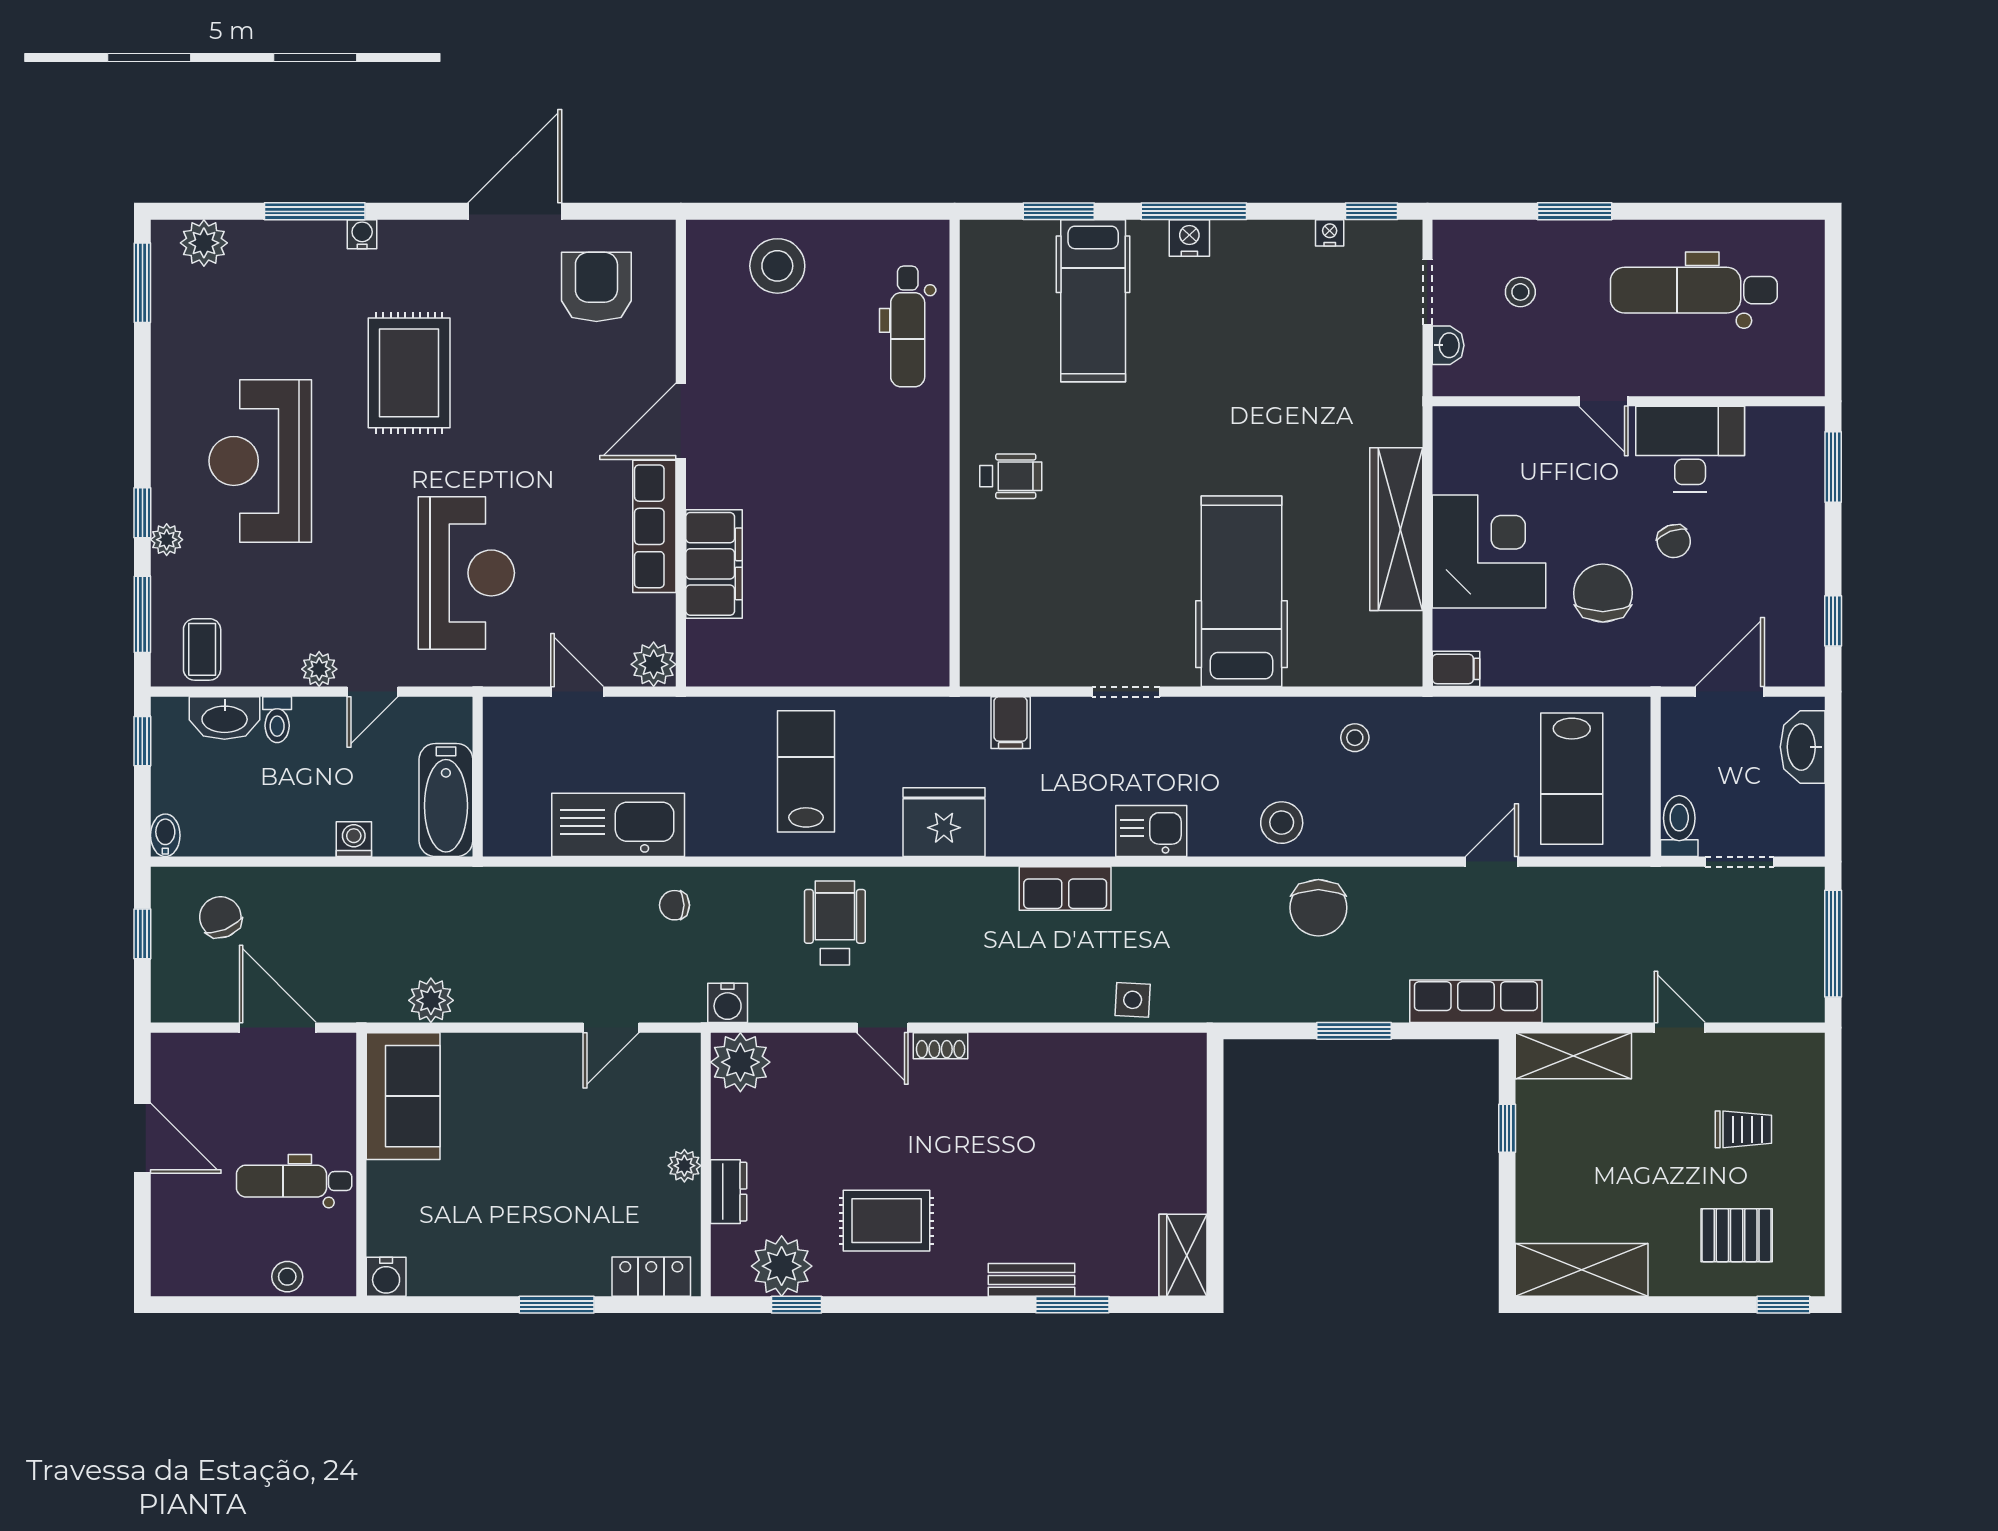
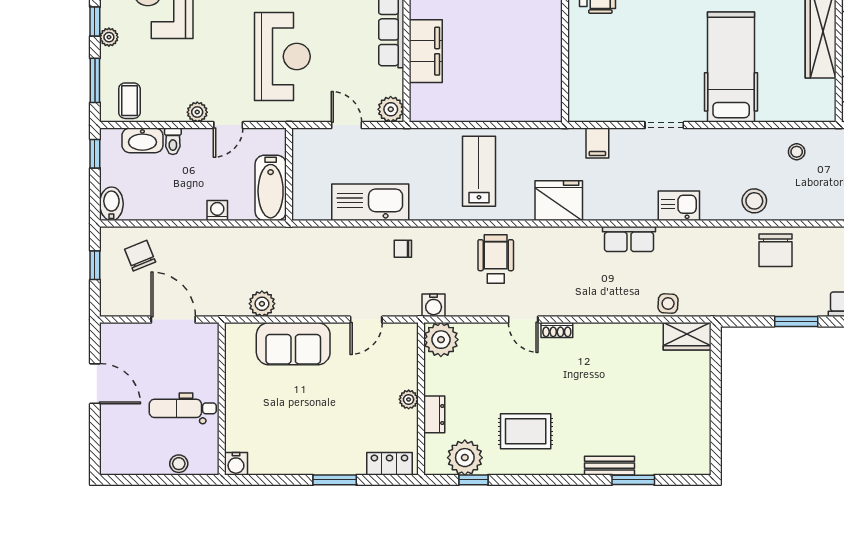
bidet: (165, 835) -> (111, 204), width x1.38, depth x1.36
sofa: (403, 1096) -> (293, 344), moved, turned 90
wardrobe: (1183, 1255) -> (687, 336), moved, turned -90

